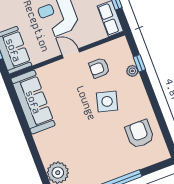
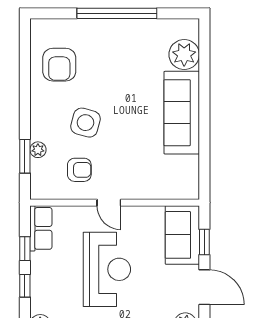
window: (139, 63) -> (25, 156), width x1.50
sofa: (33, 102) -> (182, 113), moved

